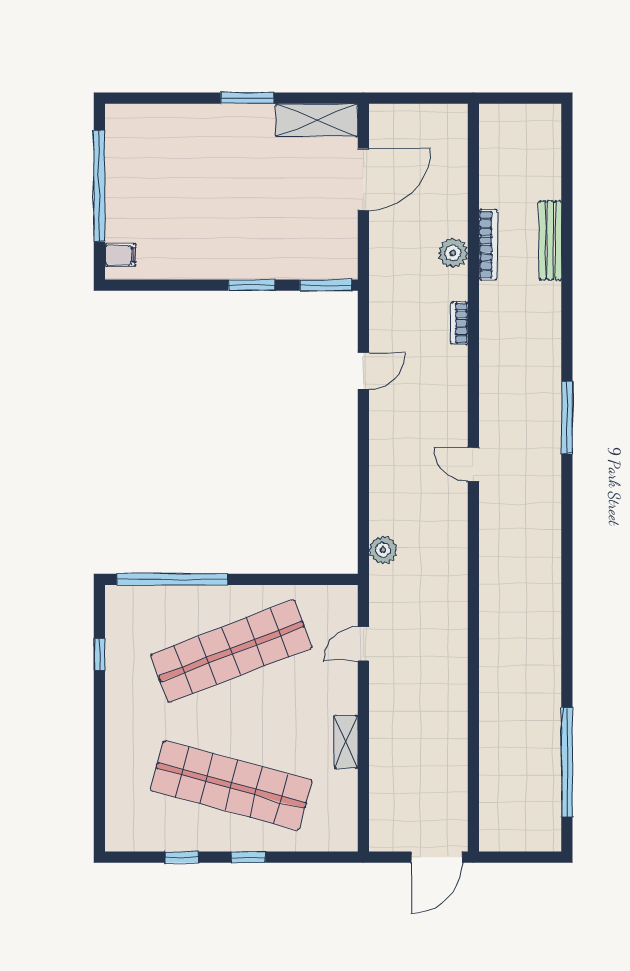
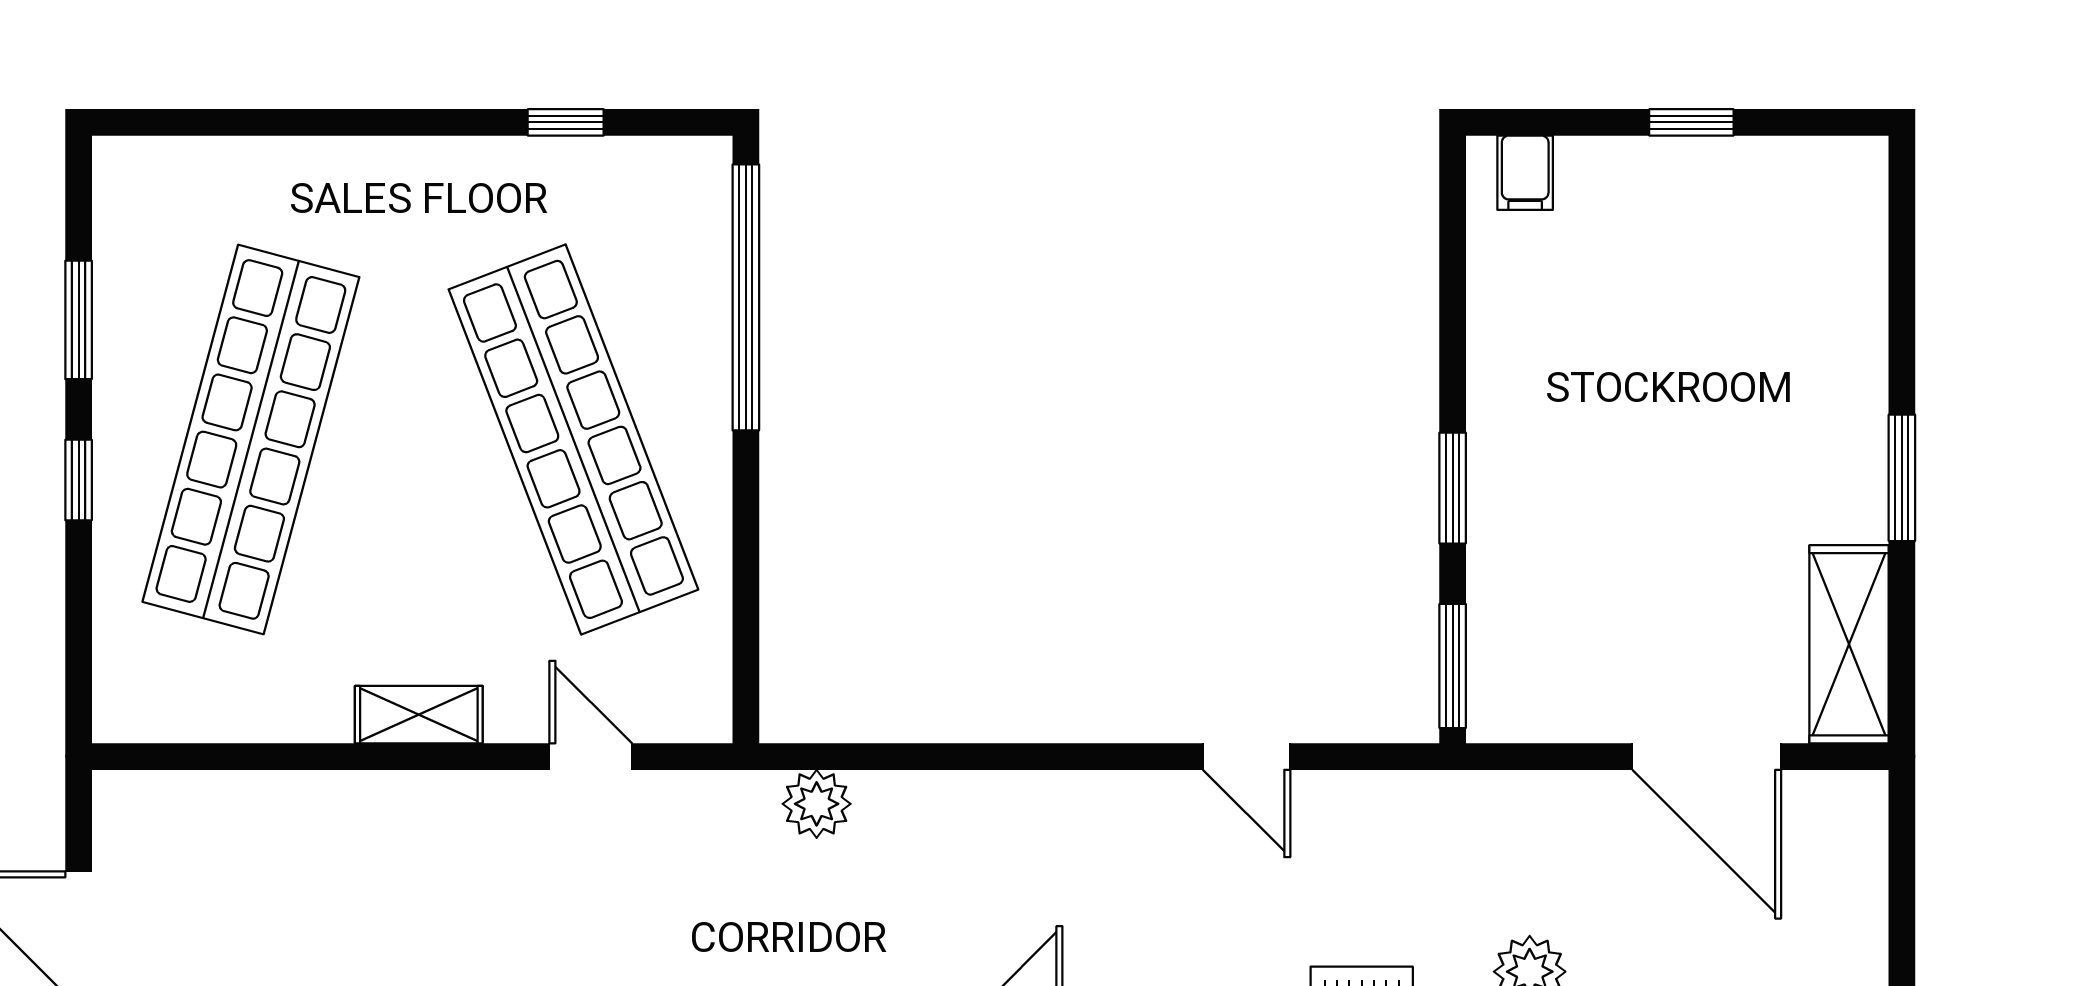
window: (99, 186) -> (1691, 122), width x0.32
shelving: (346, 742) -> (419, 715), moved
window: (182, 857) -> (79, 320), width x1.50

